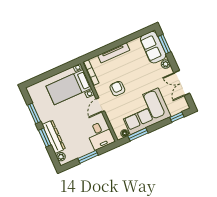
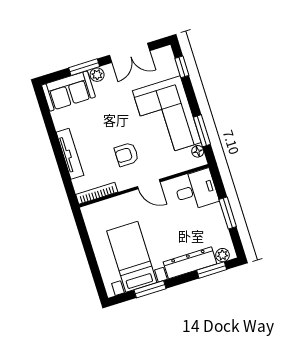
window: (164, 44) -> (84, 67), moved
bed with nightstands: (69, 87) -> (132, 257), moved, turned 180
window: (45, 138) -> (212, 270), moved

